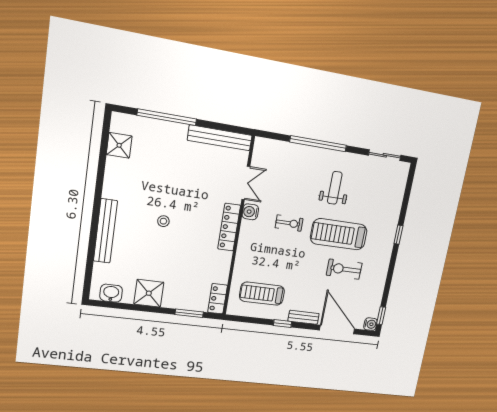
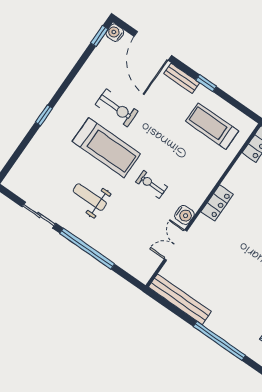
sliding door: (385, 155) -> (39, 215), moved
weight bench: (335, 188) -> (90, 197), turned 90
locker: (229, 227) -> (217, 203), width x0.66
treadmill: (262, 294) -> (212, 126), turned 180

